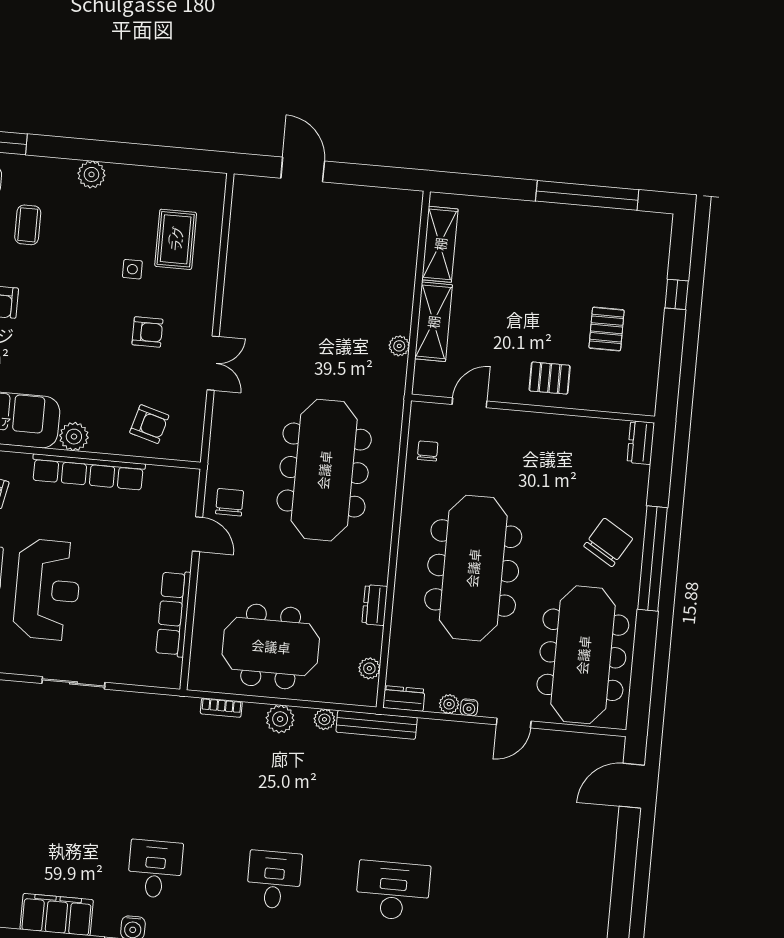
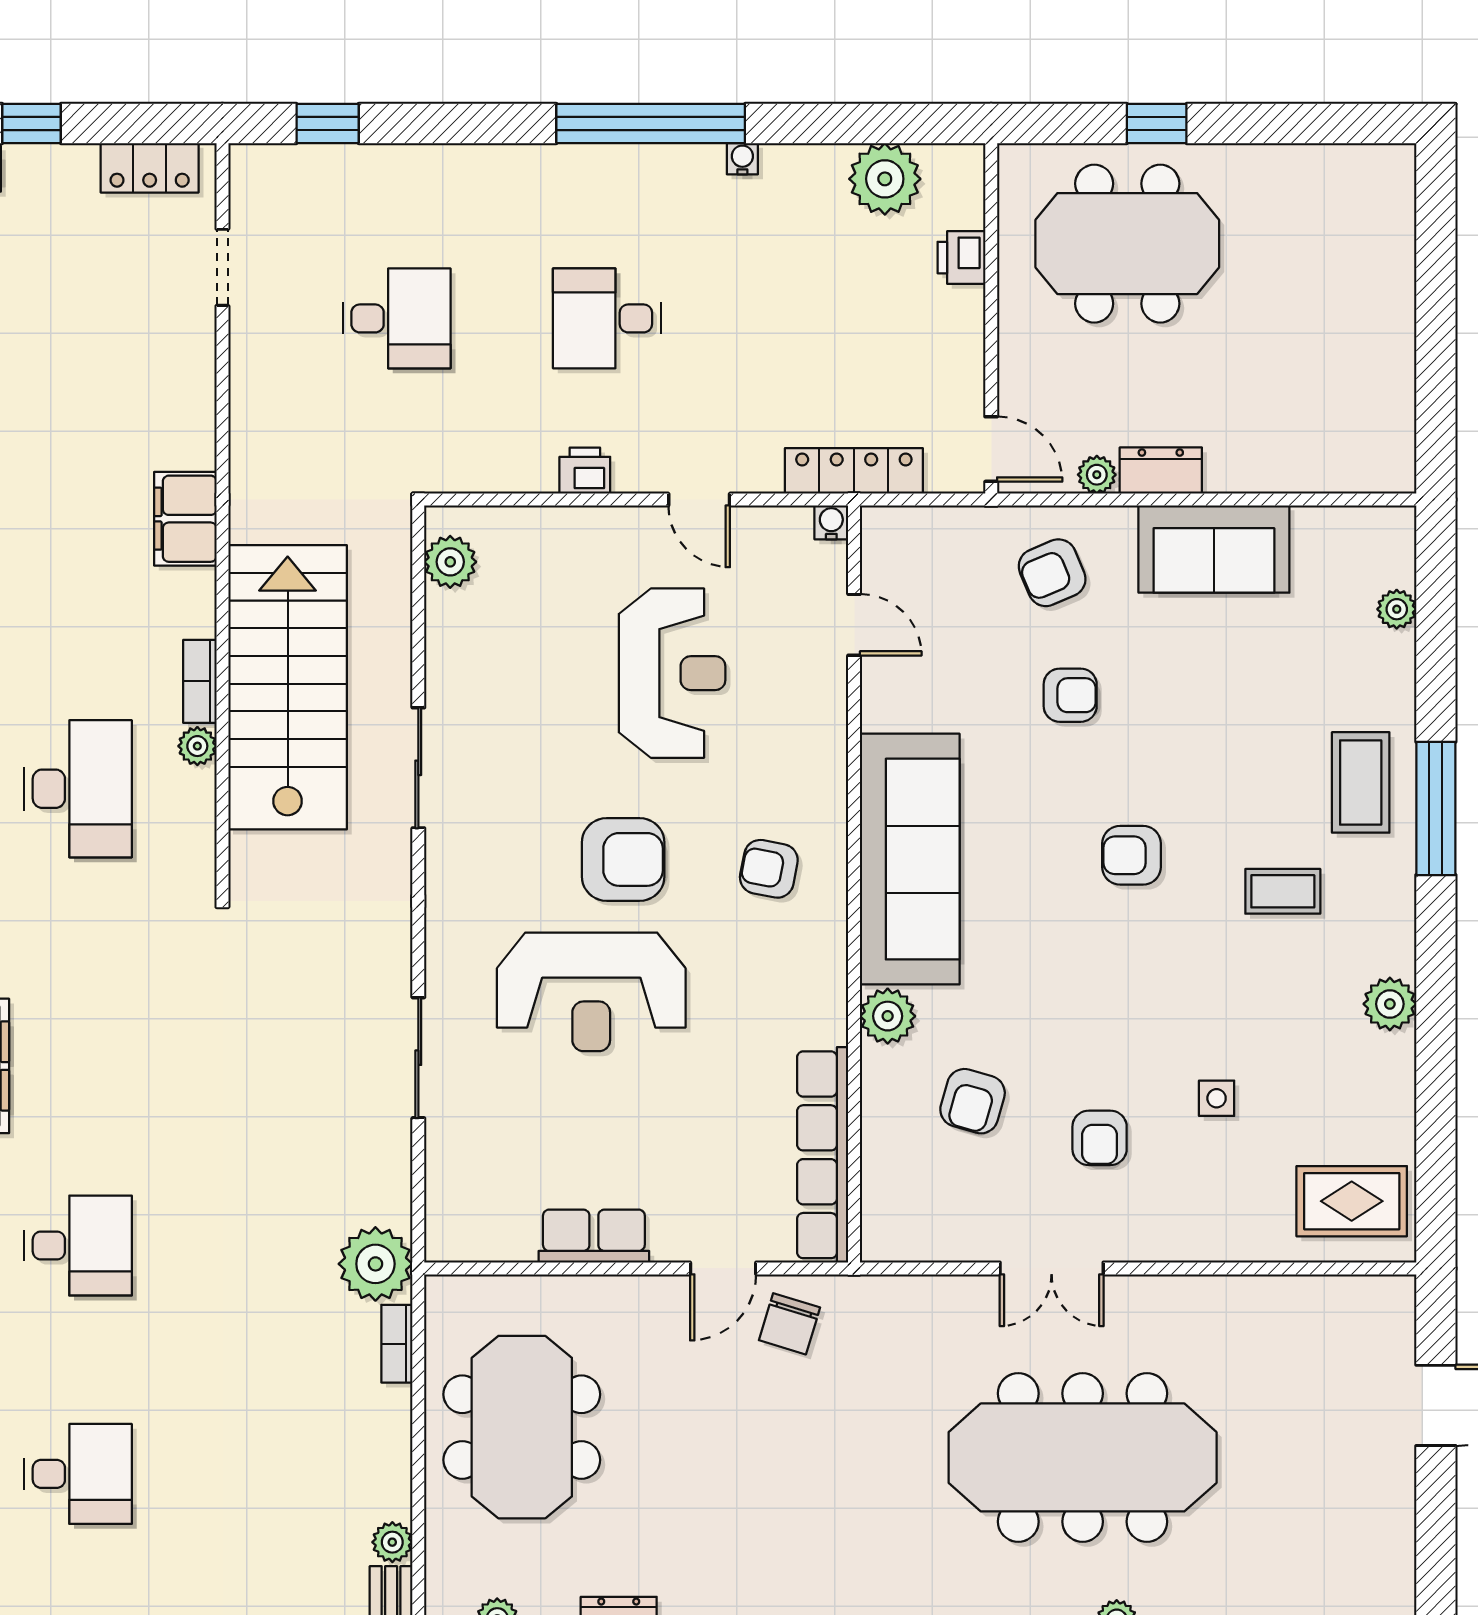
rug: (176, 239) -> (1352, 1201), moved
armchair: (149, 424) -> (973, 1101), moved
meeting table: (324, 470) -> (1083, 1457), moved
row of seats: (88, 472) -> (823, 1155), moved
chair: (230, 502) -> (790, 1324), turned 107
row of seats: (173, 614) -> (594, 1236), width x0.68
plant: (280, 719) -> (375, 1264), moved, width x1.36, depth x1.36

